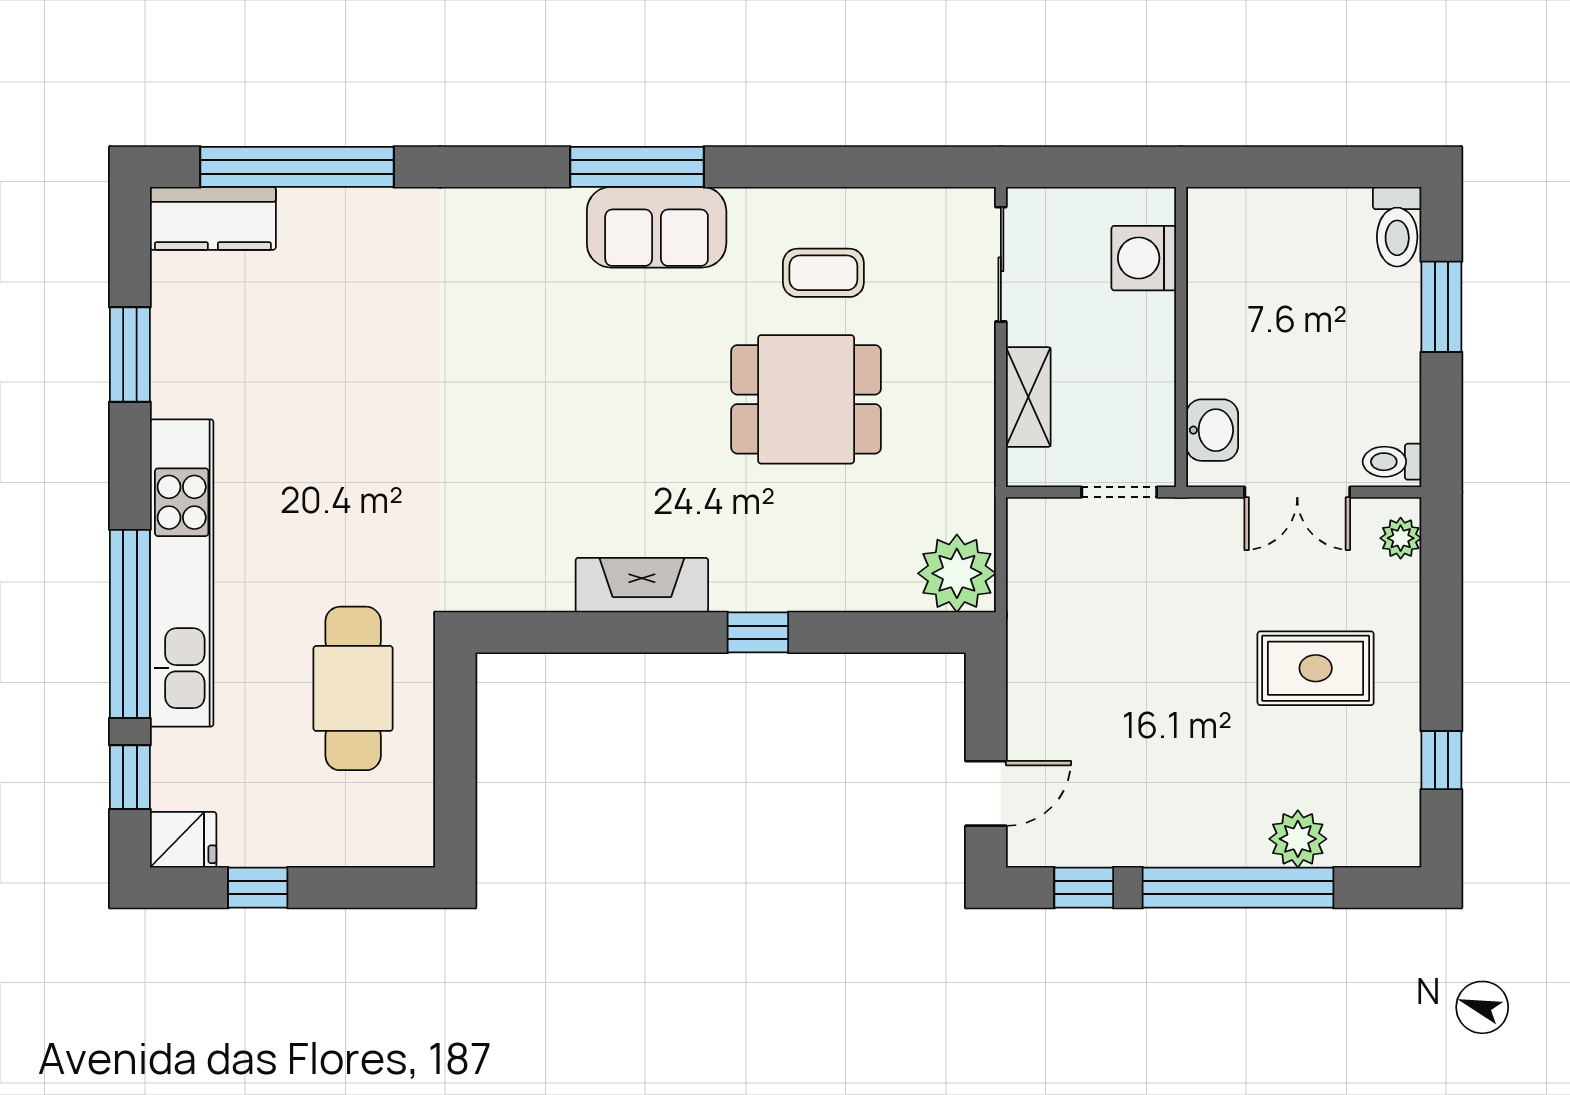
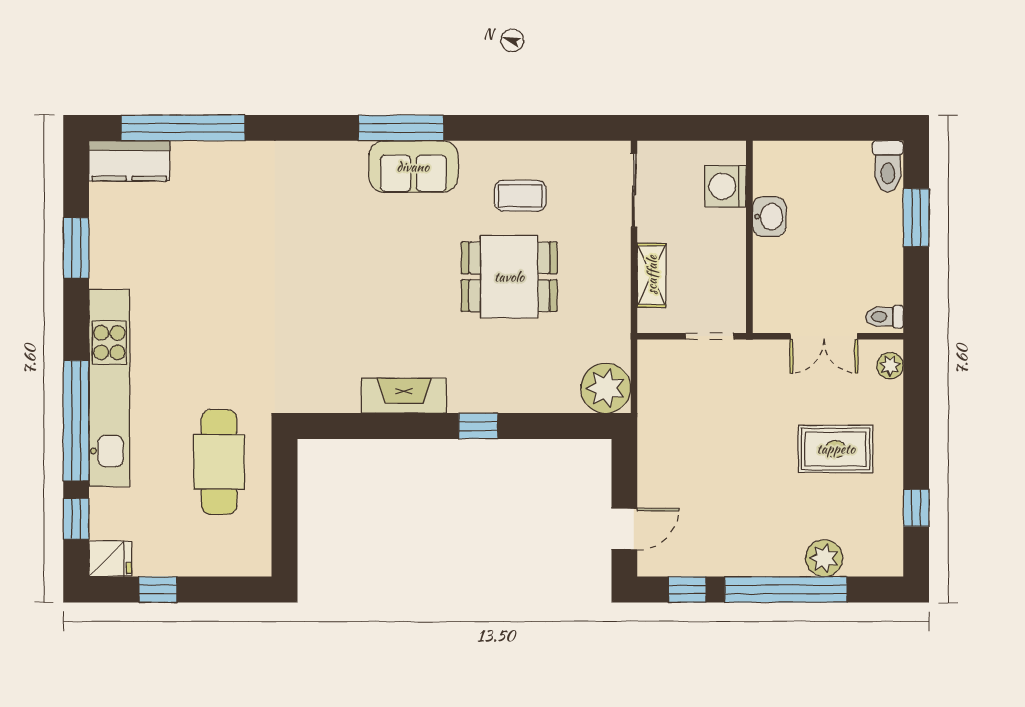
washbasin: (1212, 430) -> (769, 217), moved

